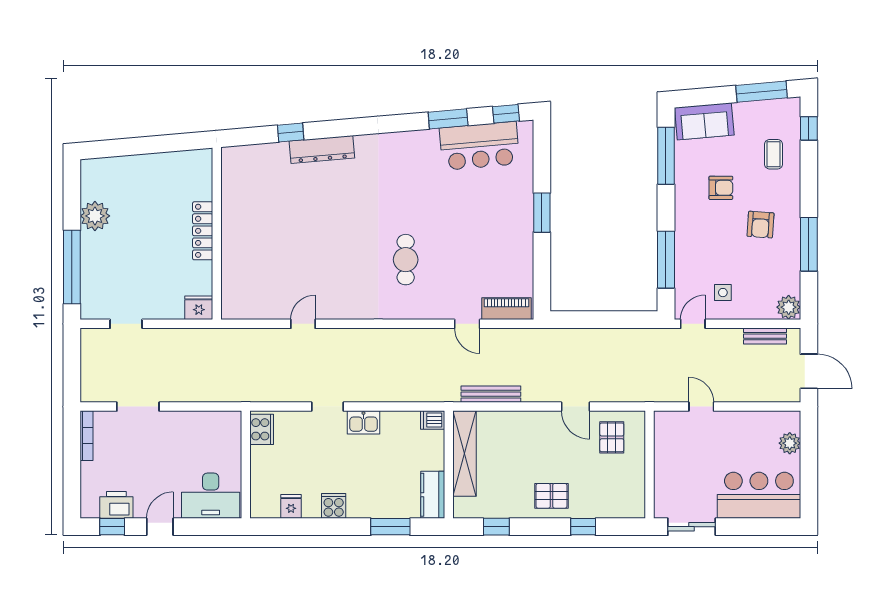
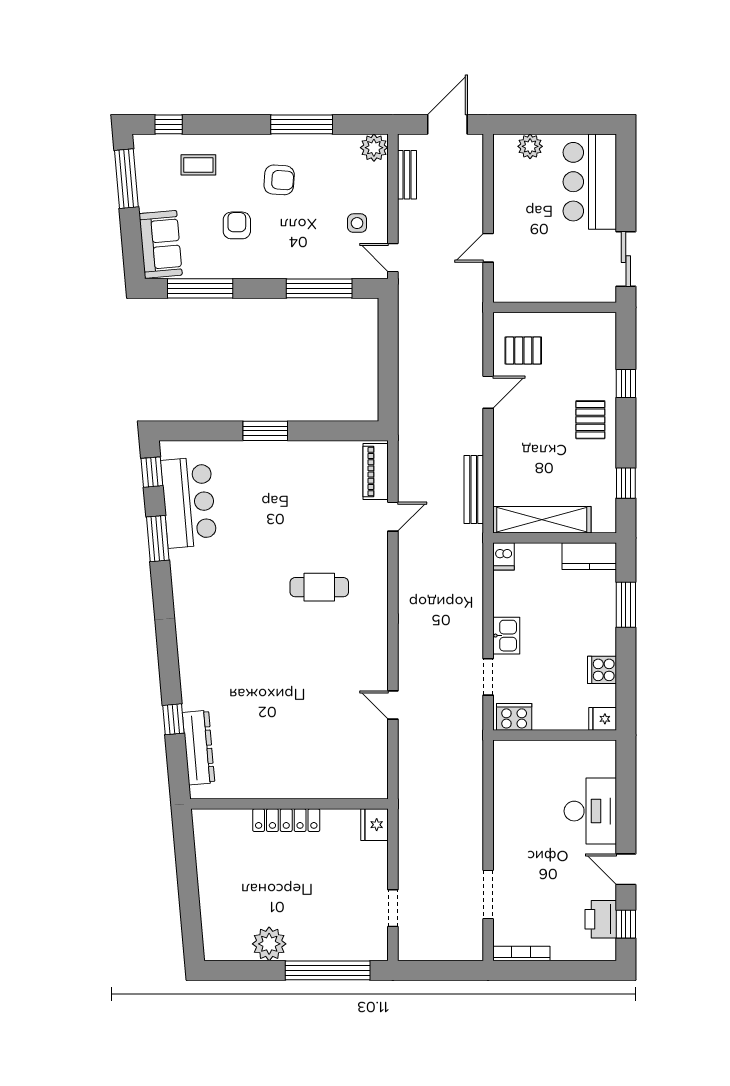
dresser: (322, 150) -> (199, 748), moved
cooker: (262, 429) -> (514, 717), moved
wall: (246, 465) -> (555, 735), moved

